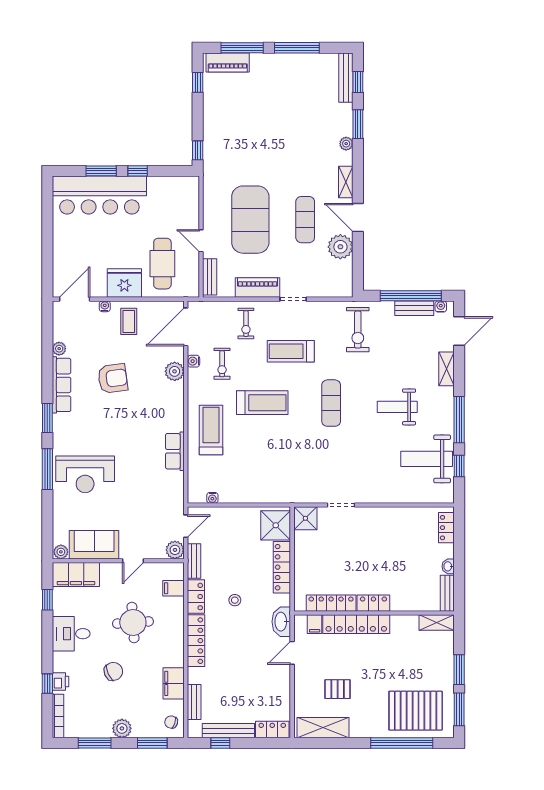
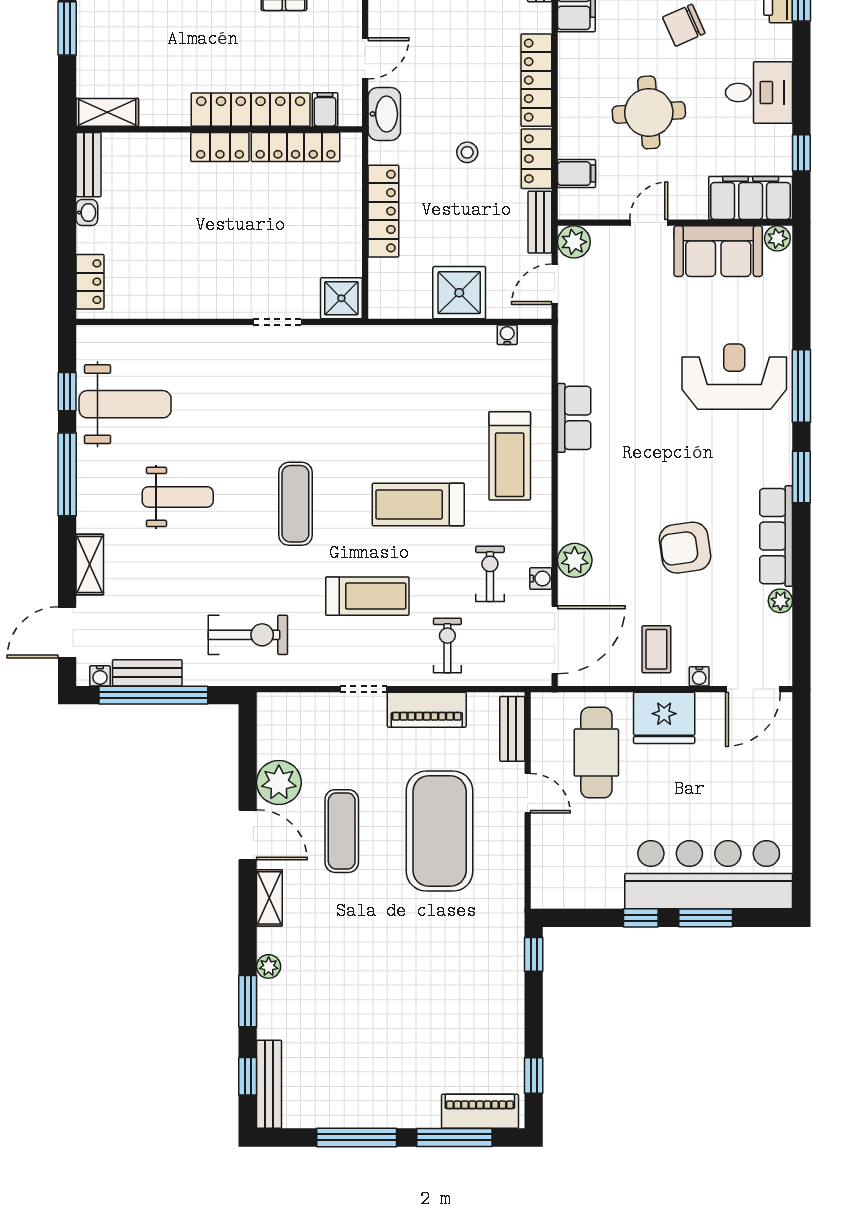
exercise bike: (358, 330) -> (248, 635), turned 90
shower: (276, 525) -> (459, 293), moved

